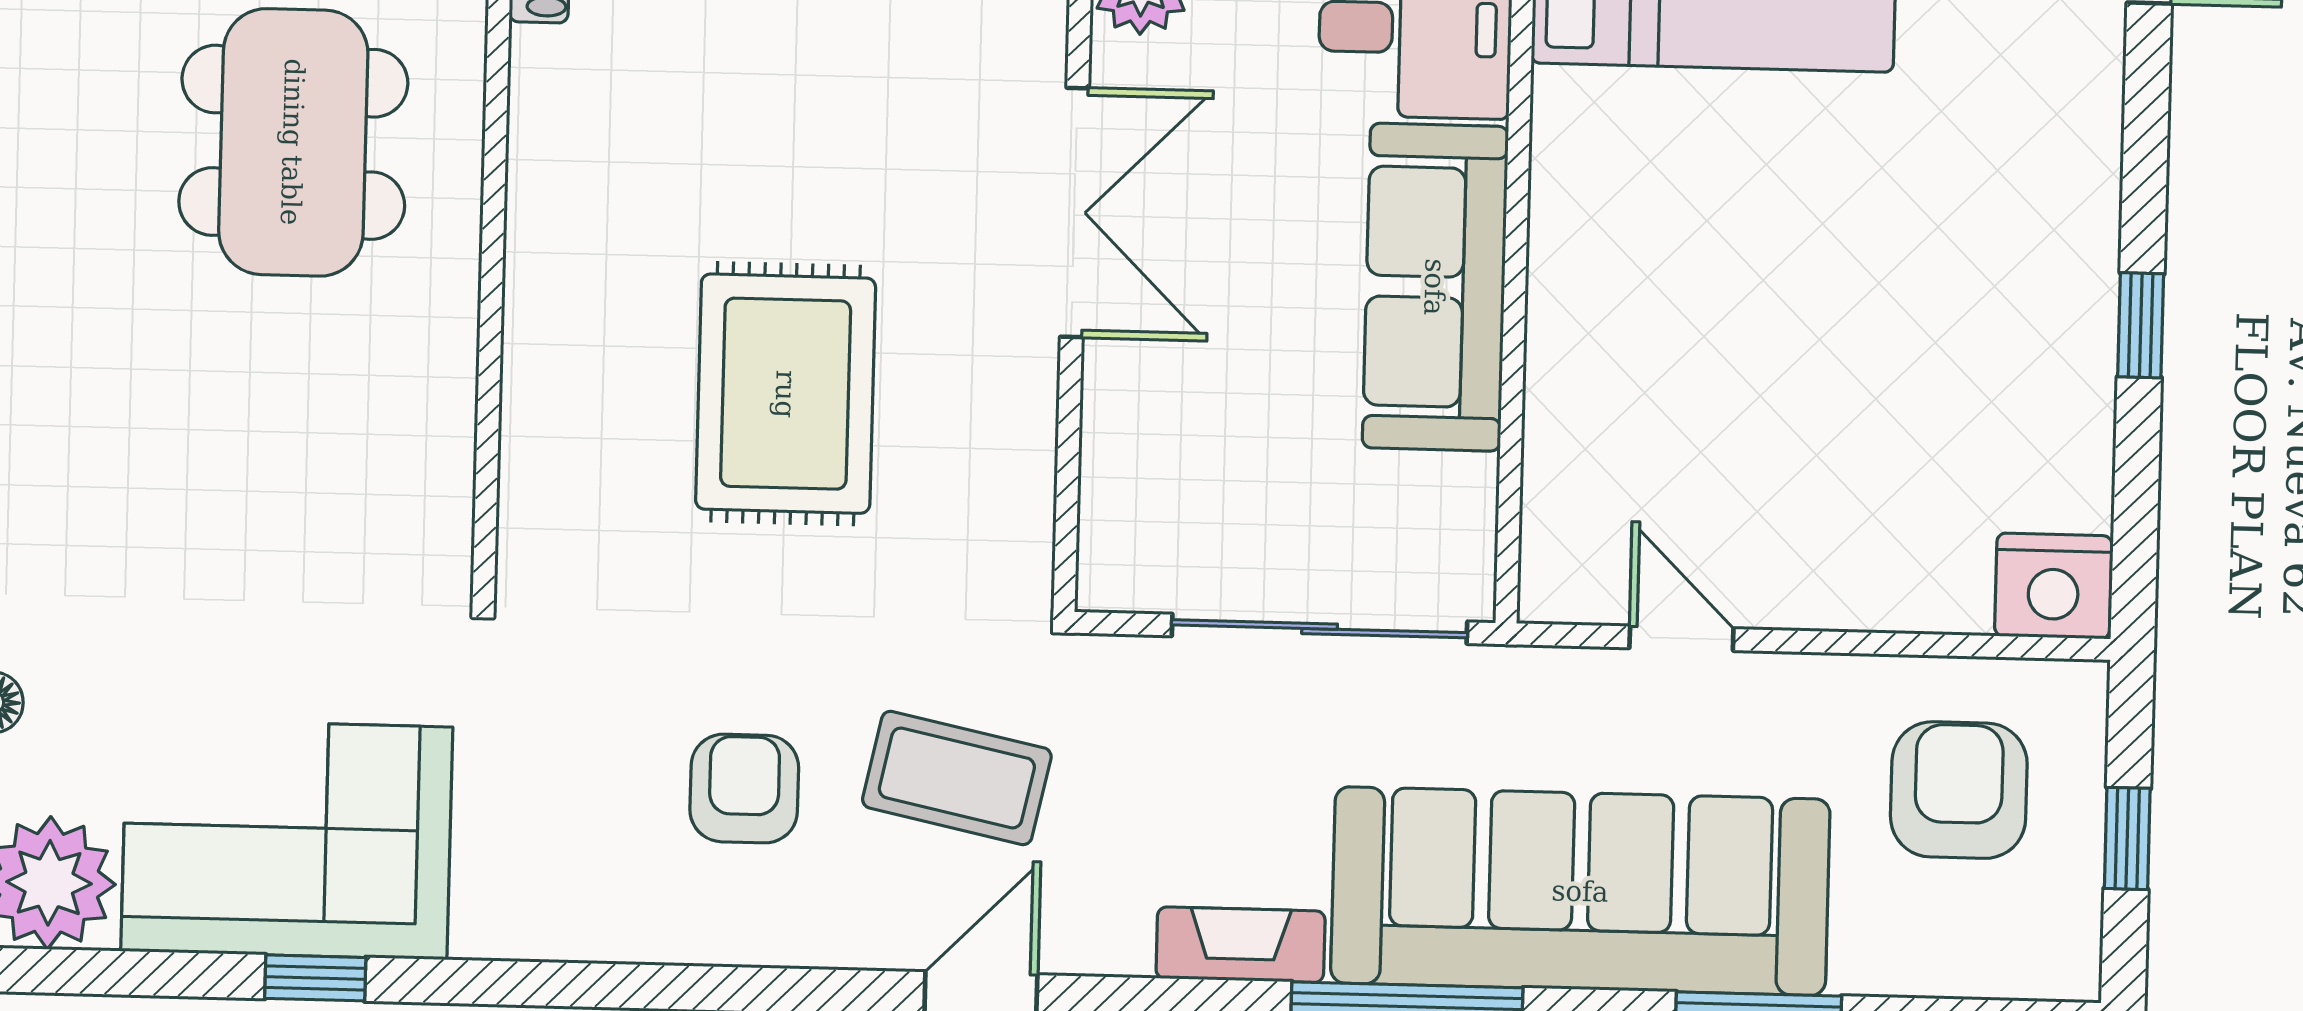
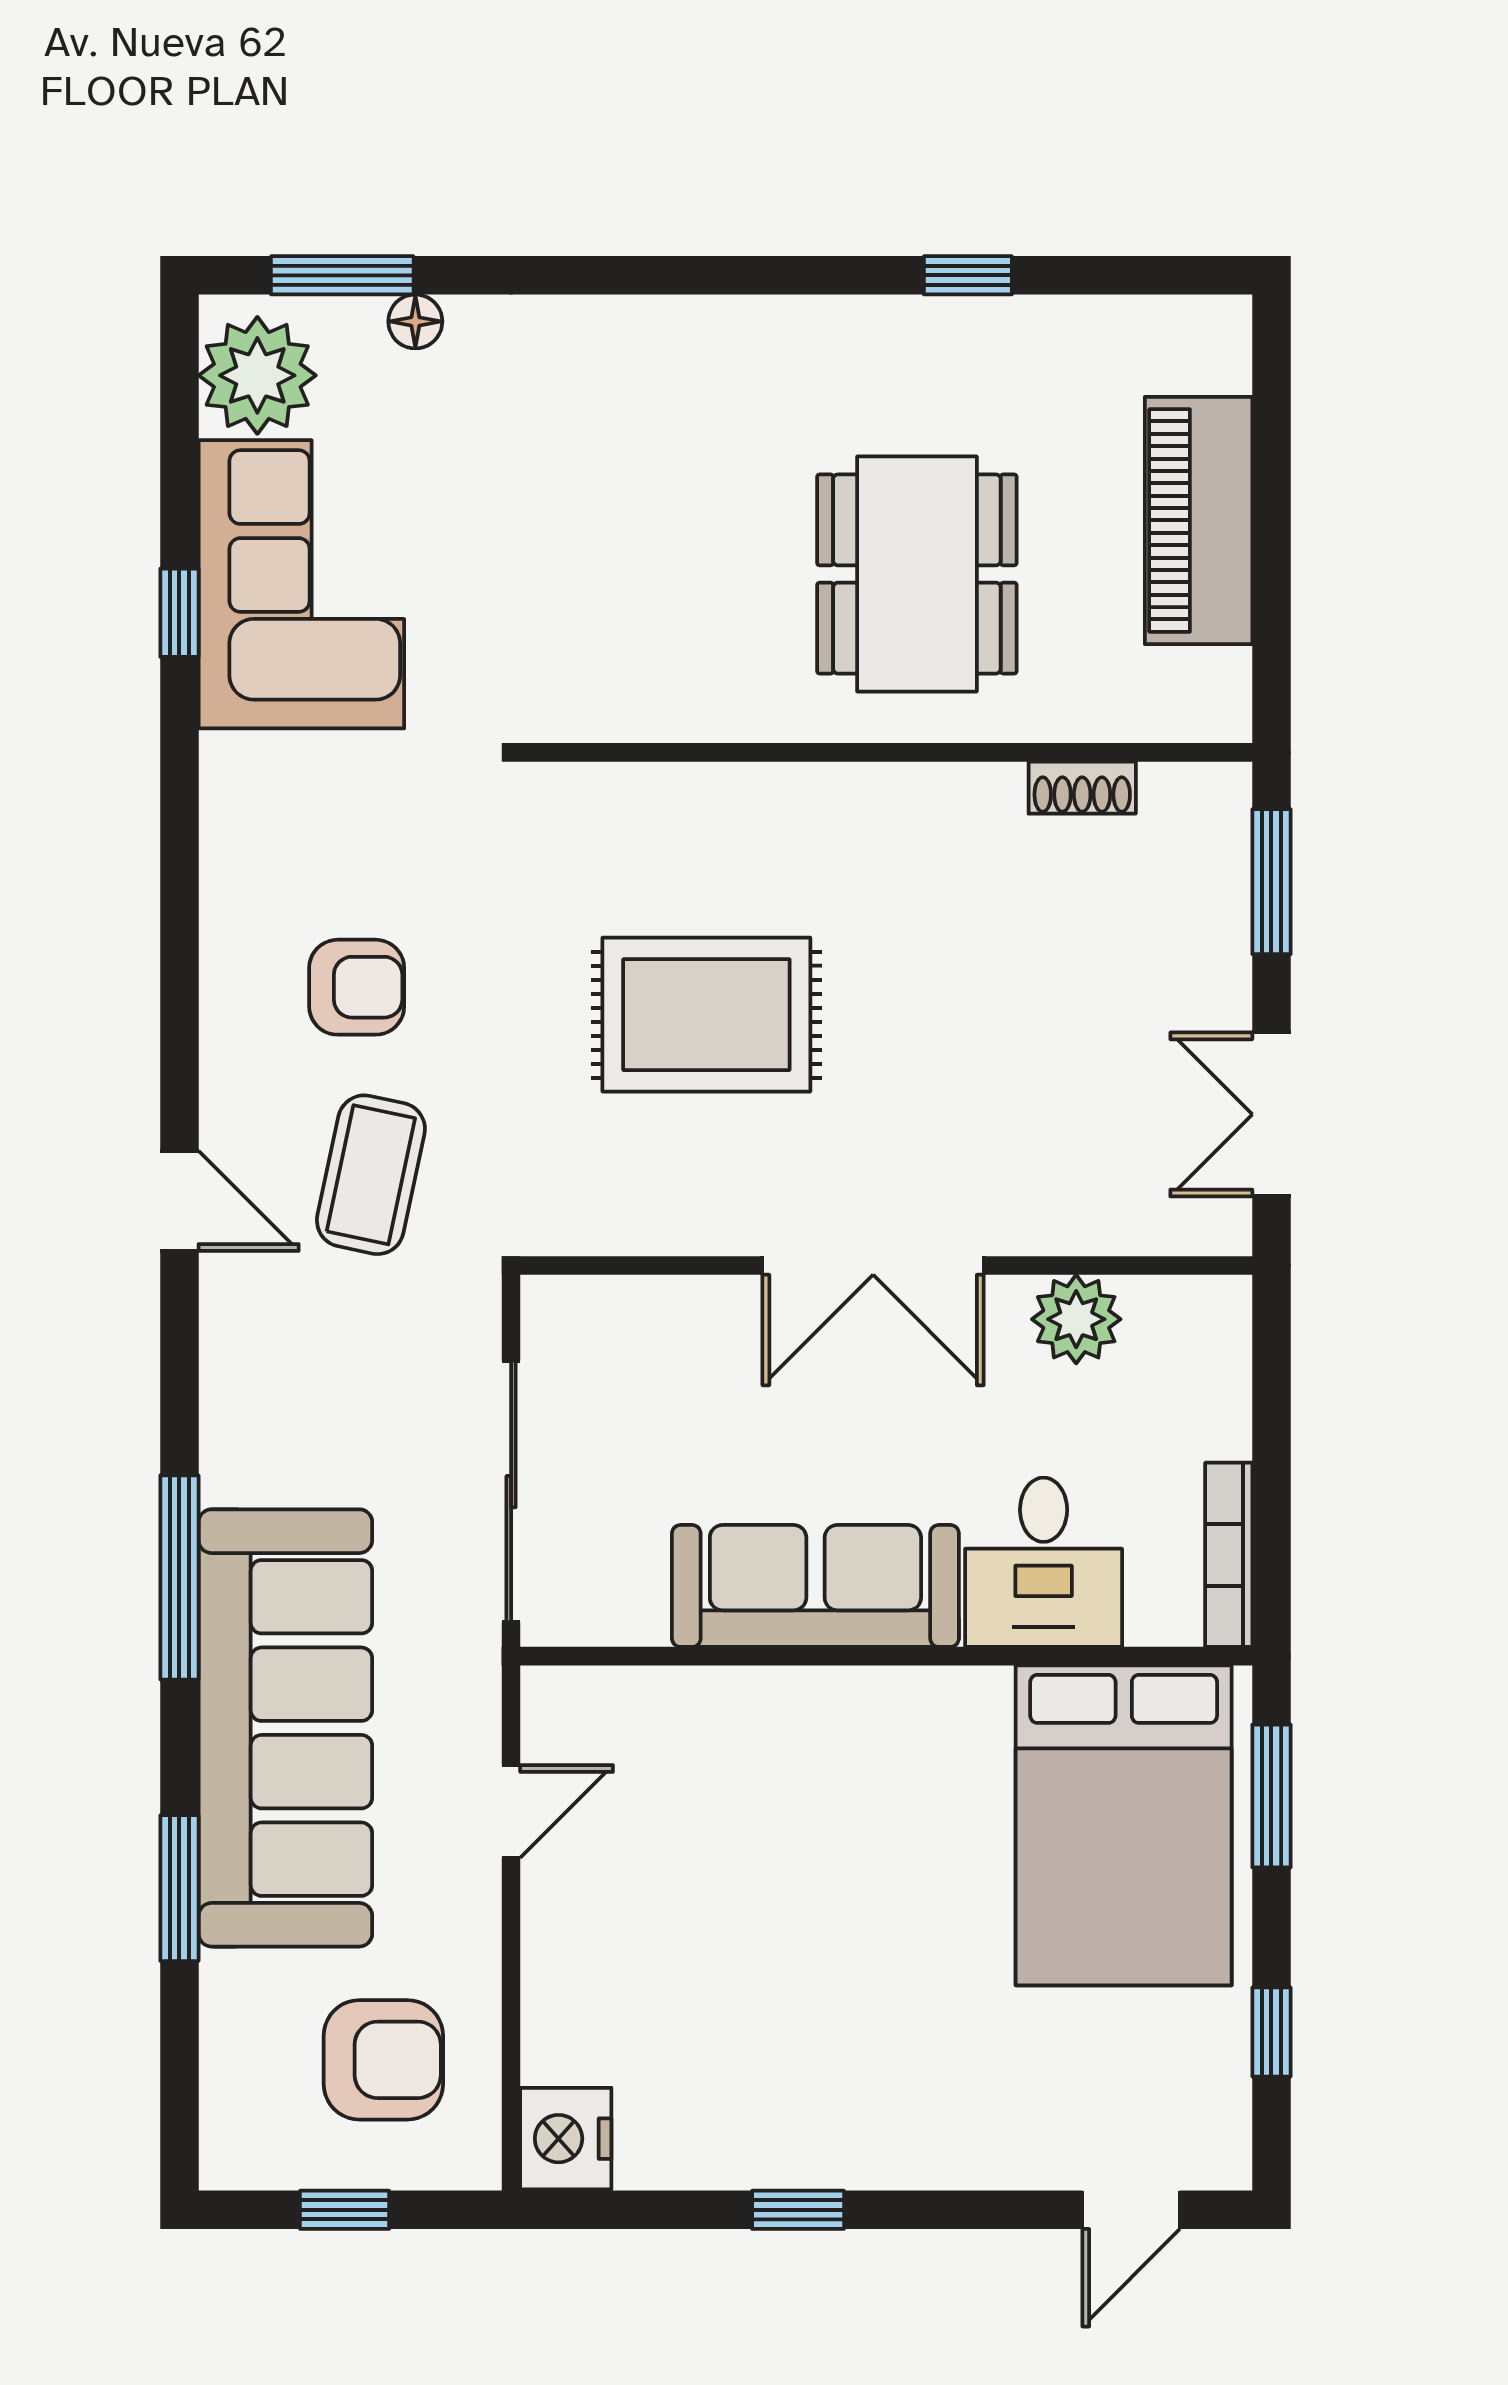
dining table: (293, 142) -> (917, 574), turned 90
fireplace: (1241, 945) -> (230, 1429), removed

